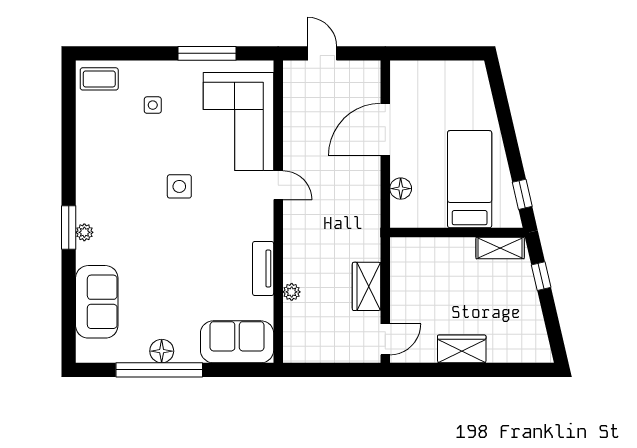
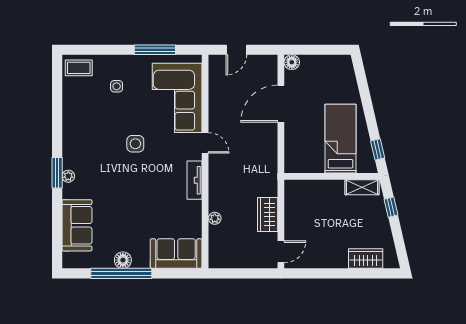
door: (322, 53) -> (236, 50), swing flipped
floor lamp: (401, 189) -> (292, 62), moved
tv unit: (263, 269) -> (195, 180), moved
wardrobe: (462, 349) -> (366, 259), moved

